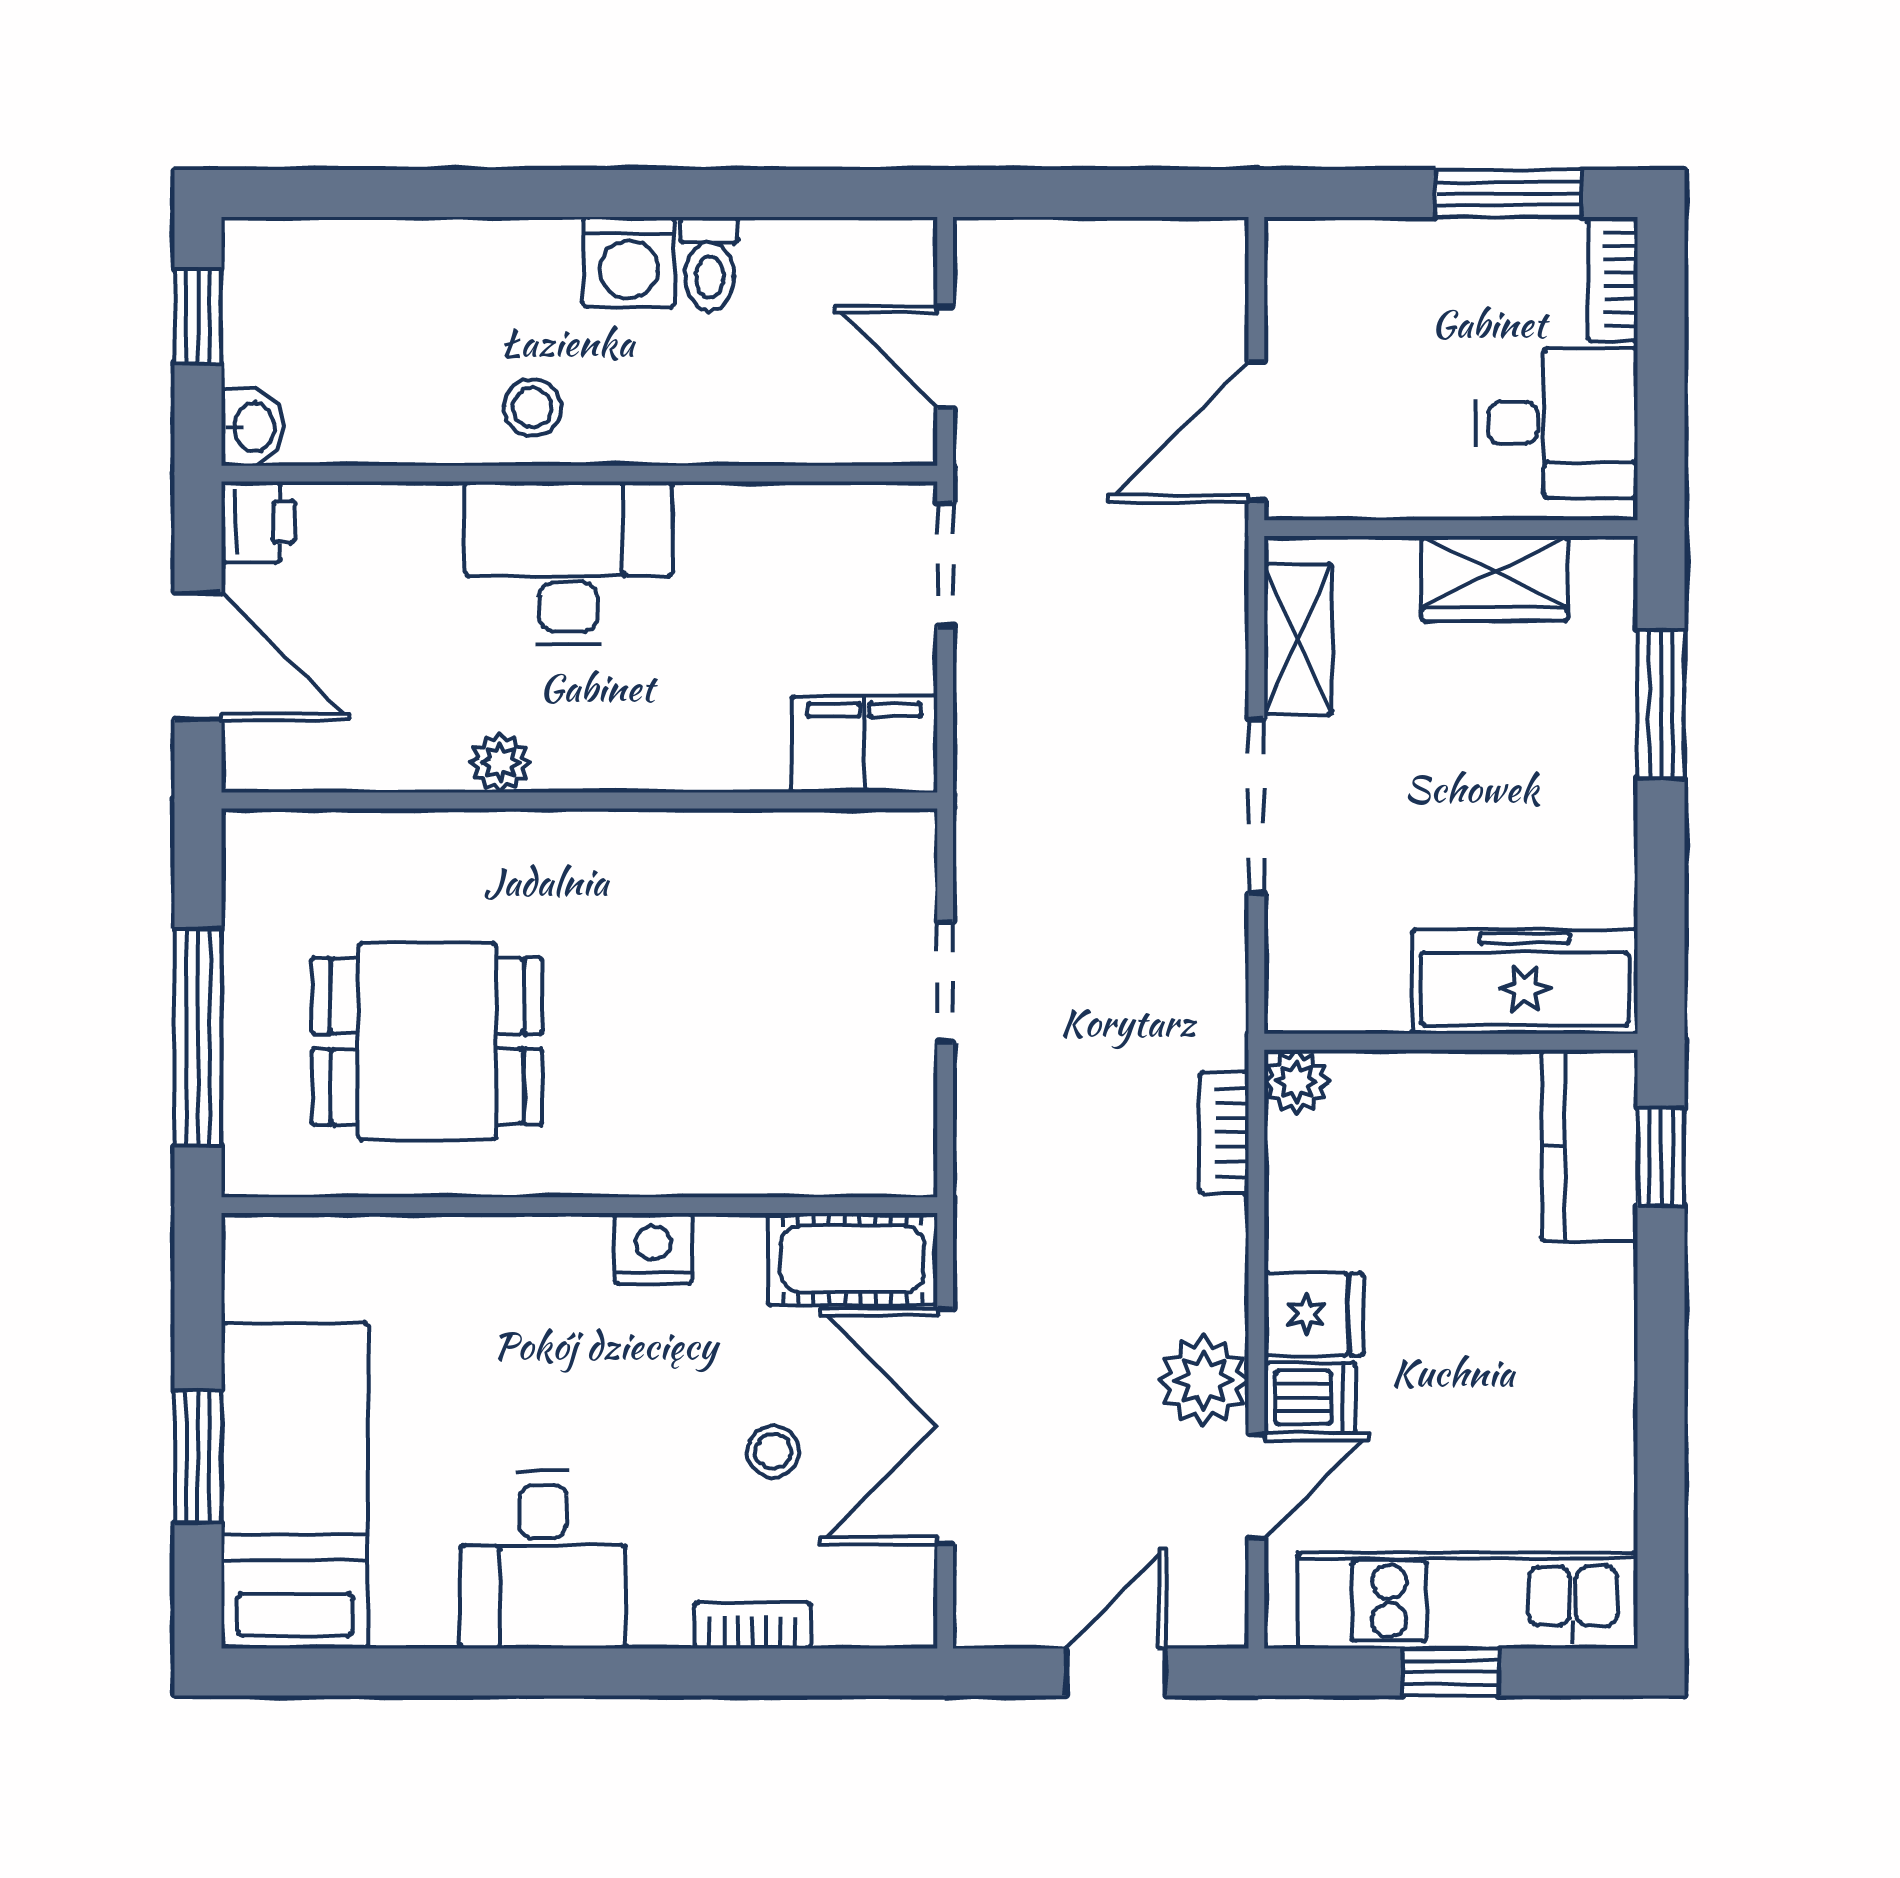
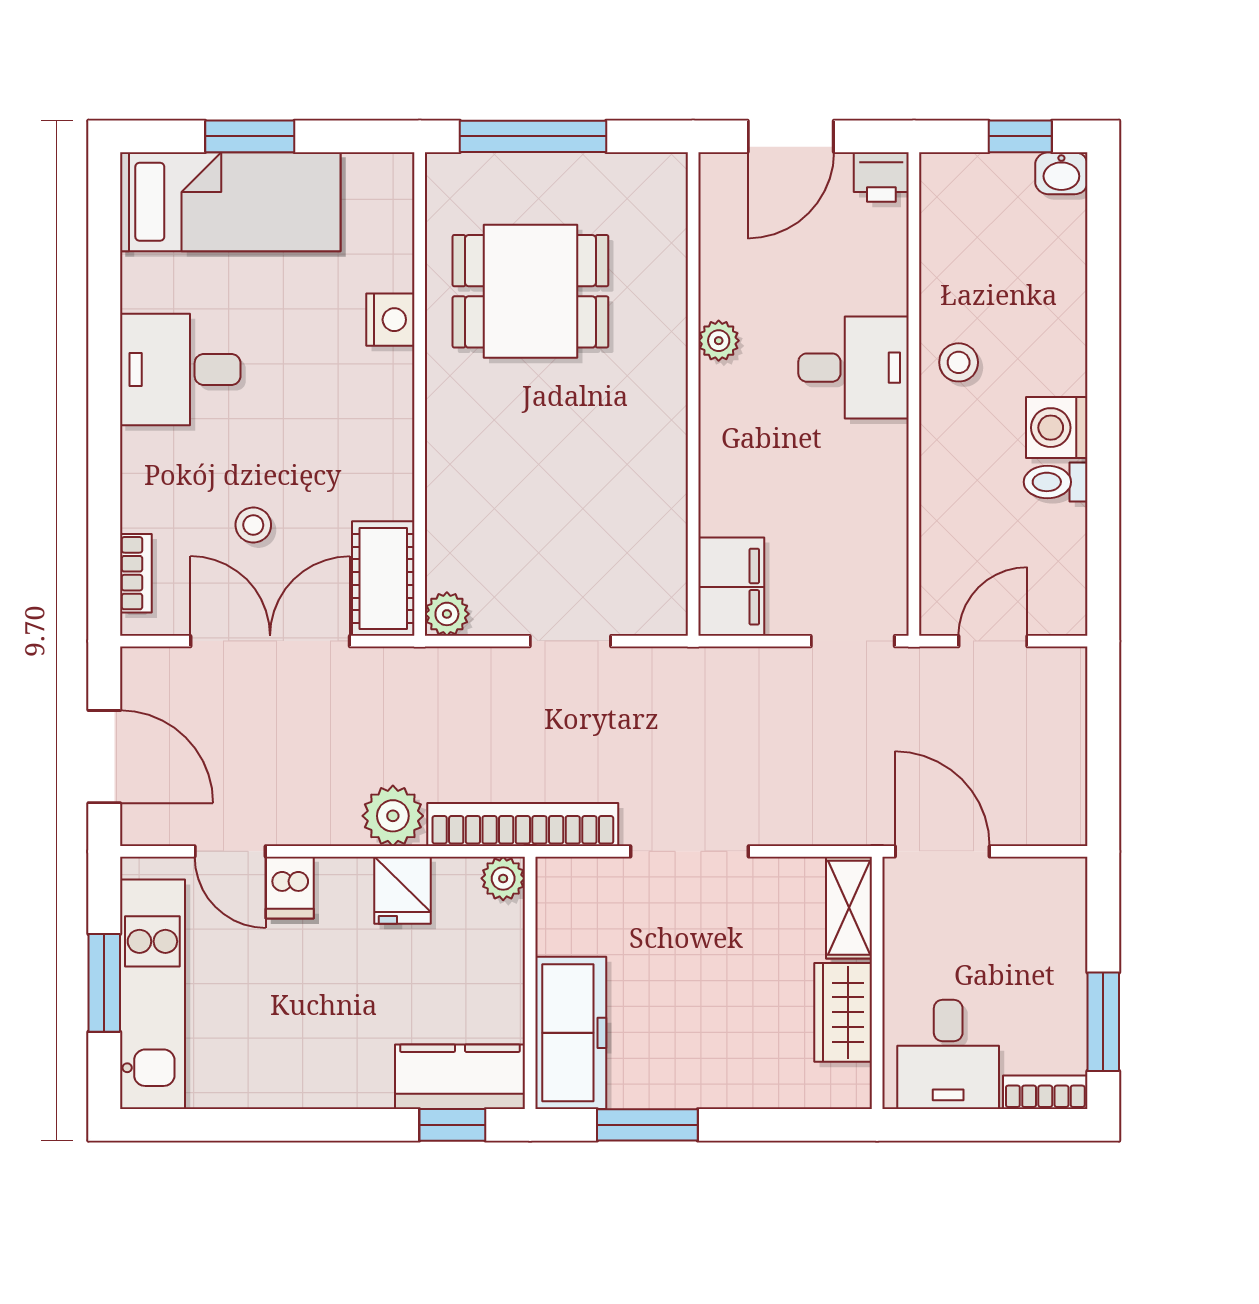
washbasin: (253, 427) -> (1061, 173), moved
desk: (568, 563) -> (854, 368), width x0.73
shelving: (1298, 639) -> (849, 908), moved, turned 90
window: (1661, 704) -> (647, 1125), moved
dining table: (427, 1041) -> (530, 291), turned 90
bookcase: (1224, 1133) -> (523, 825), width x2.31, depth x1.31
plant: (905, 1165) -> (447, 614), added
nightstand: (653, 1249) -> (390, 320), moved
fridge: (1314, 1314) -> (402, 890), moved
plant: (1204, 1381) -> (393, 816), moved
bookcase: (753, 1625) -> (136, 573), moved
door: (1116, 1672) -> (104, 757), width x1.37
window: (1451, 1672) -> (104, 983), width x1.50

